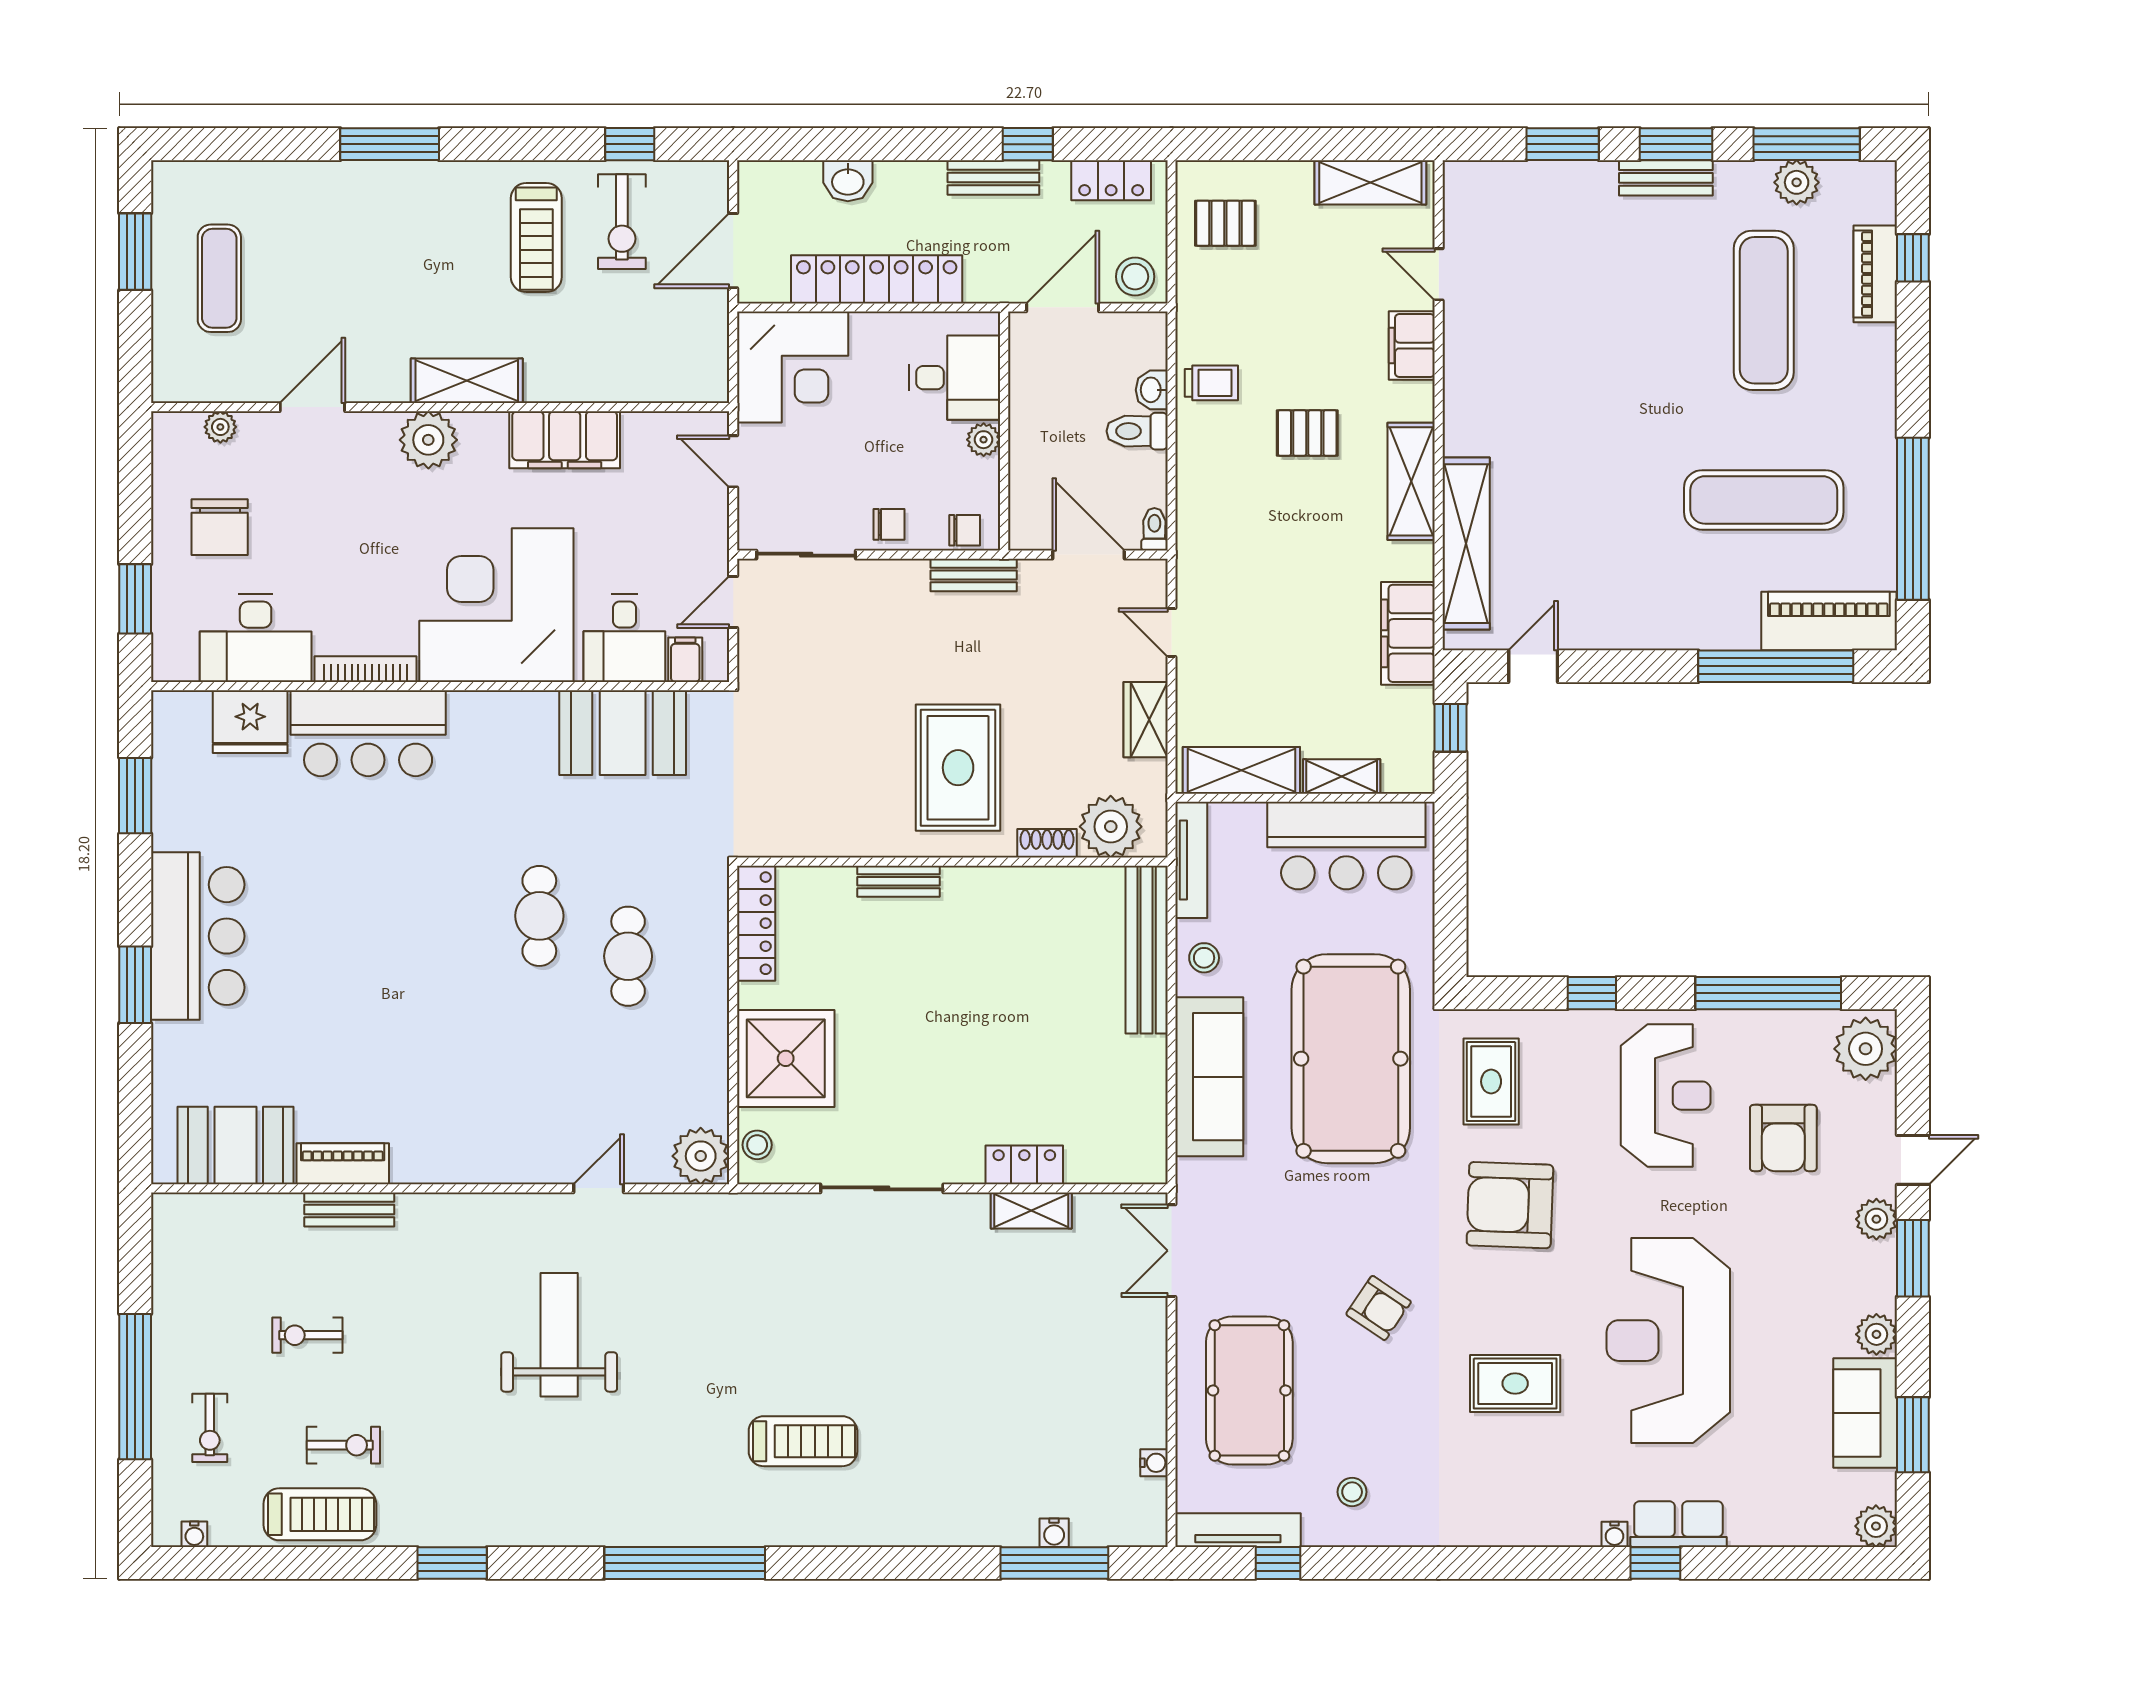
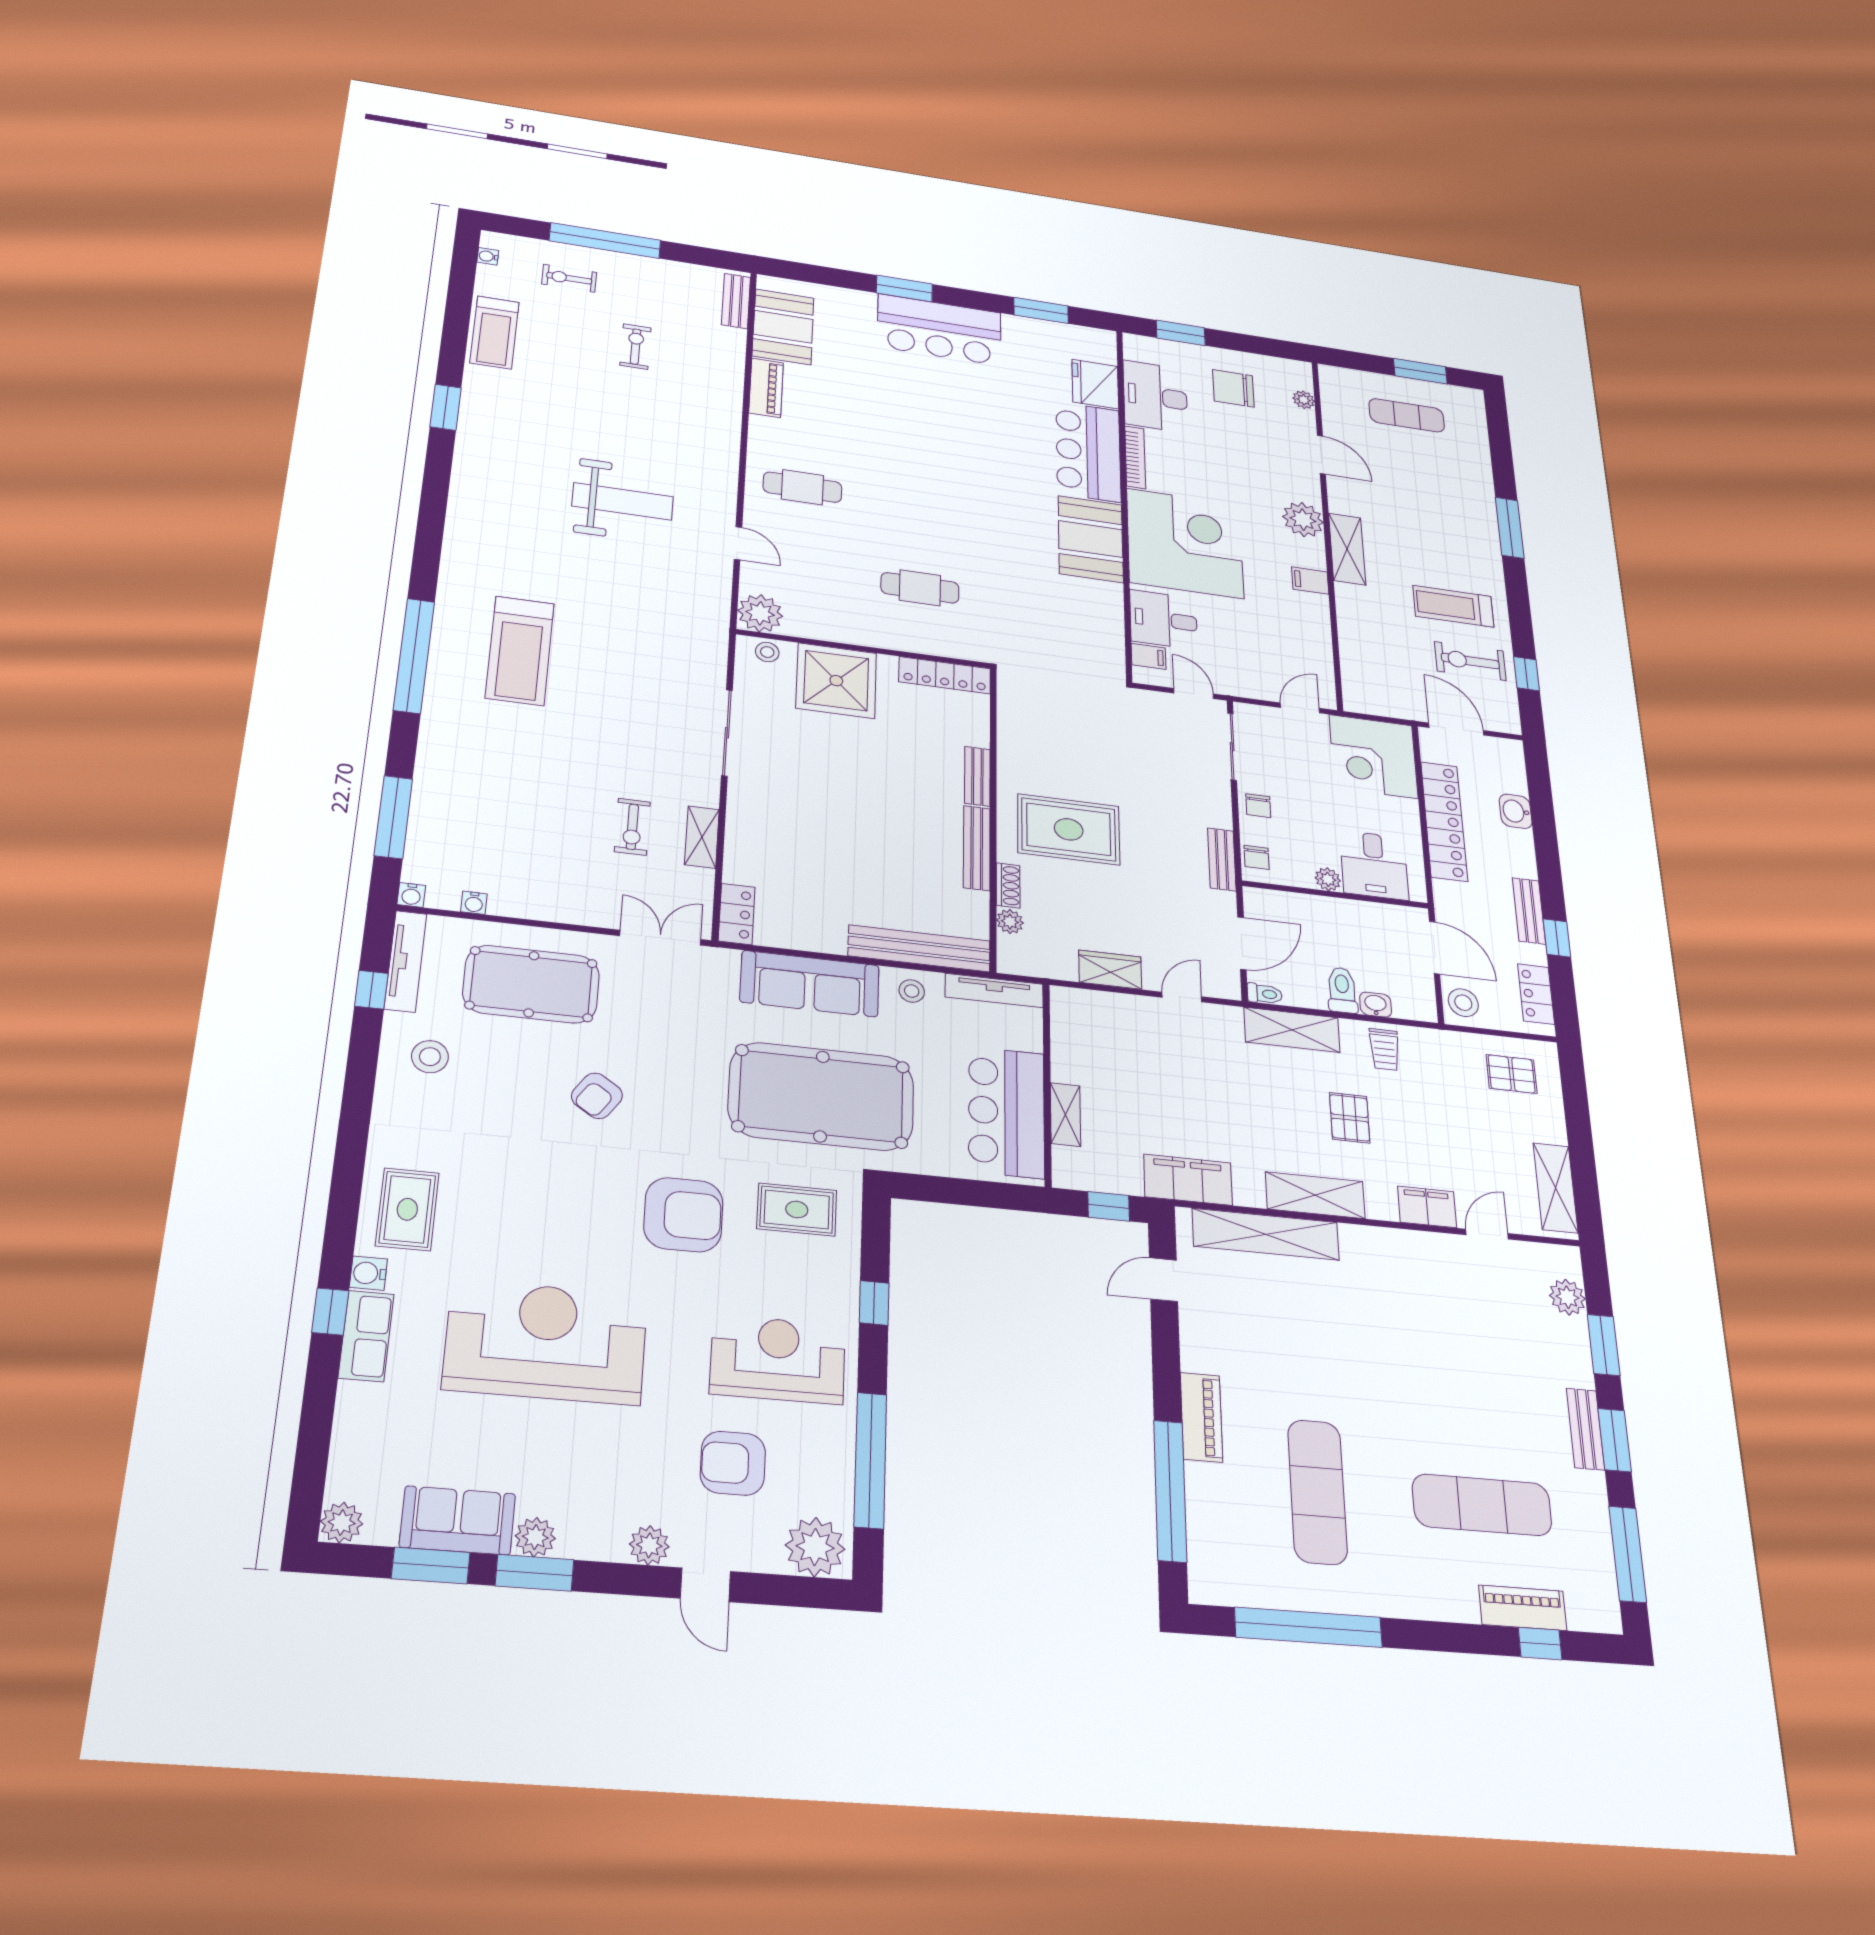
plant: (1797, 182) -> (1567, 1297), moved
pallet: (1225, 223) -> (1512, 1074), turned 90
filing cabinet: (565, 440) -> (1310, 580), width x0.33, depth x0.86
piano: (1829, 621) -> (1201, 1417), moved, width x0.73, depth x0.75
door: (1533, 666) -> (1163, 1280), swing flipped
booth: (623, 733) -> (1091, 539), moved
shelving: (1241, 770) -> (1292, 1030), moved, turned 90
plant: (1111, 827) -> (1010, 922), width x0.53, depth x0.53
bench: (1000, 882) -> (977, 848), added
cafe table: (539, 916) -> (802, 487), moved
reception desk: (1666, 1096) -> (778, 1359), turned 180
locker: (1024, 1165) -> (737, 914), moved
armchair: (1510, 1205) -> (683, 1215), turned 88
bench: (349, 1210) -> (736, 301), moved
window: (1913, 1258) -> (535, 1573), moved
rug: (1515, 1384) -> (407, 1209), moved
treadmill: (803, 1441) -> (520, 651), width x1.37, depth x1.38
exercise bike: (343, 1445) -> (632, 827), moved
stool: (1352, 1492) -> (430, 1057), width x1.37, depth x1.37
water cooler: (1054, 1533) -> (411, 895), moved, turned -90
water cooler: (1614, 1534) -> (368, 1273), width x1.38, depth x1.38
window: (685, 1563) -> (414, 656), moved

